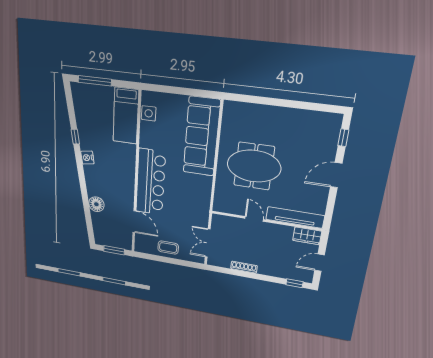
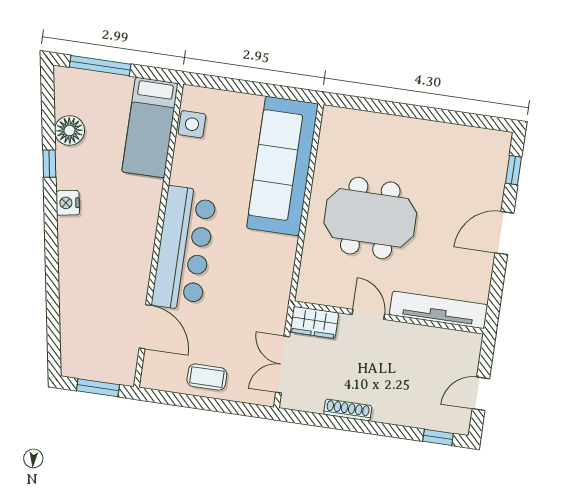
floor lamp: (96, 204) -> (70, 130), moved
wardrobe: (307, 236) -> (314, 322), moved

